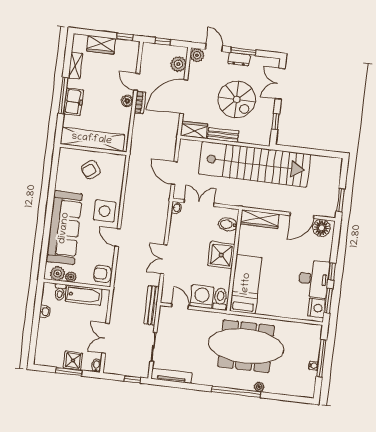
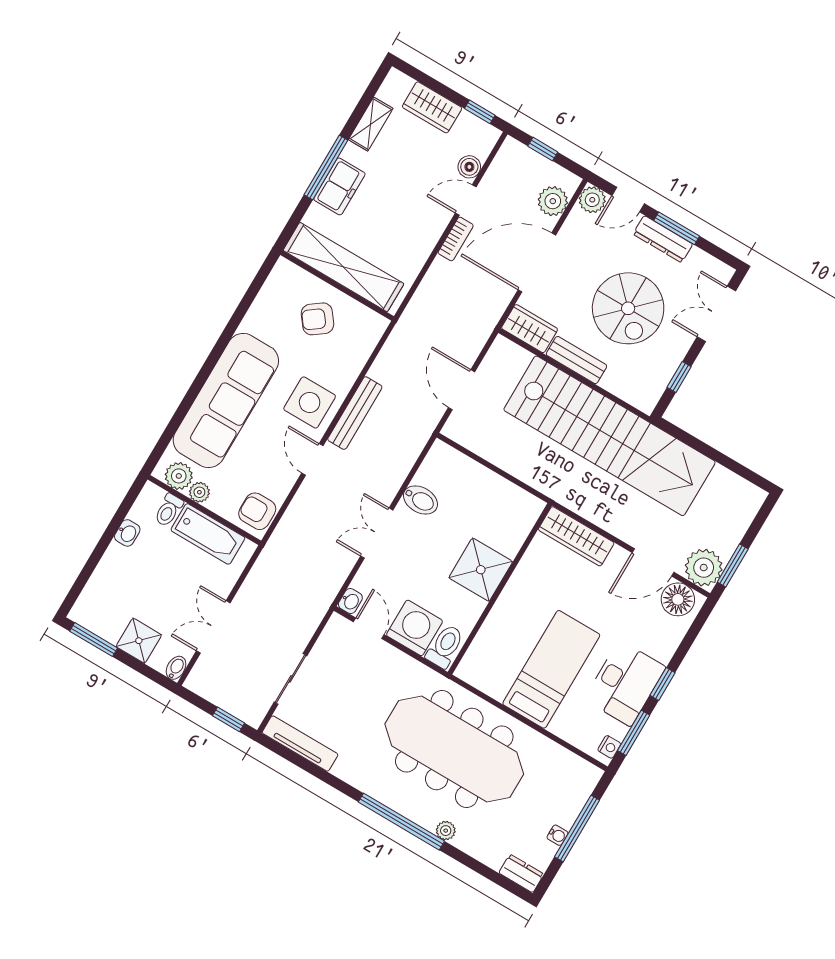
door: (214, 48) -> (628, 200), swing flipped
dresser: (239, 59) -> (663, 239), width x1.44
door: (137, 82) -> (466, 200), hinge flipped
boiler: (127, 101) -> (469, 167), moved
double door: (199, 203) -> (482, 461), removed
plant: (327, 207) -> (704, 568), added
washbasin: (176, 208) -> (350, 601), moved
bidet: (228, 224) -> (420, 500), moved, turned 180
bed: (246, 284) -> (551, 669), moved
bench: (152, 305) -> (355, 413), moved
nightstand: (317, 308) -> (609, 747), width x0.53, depth x0.56
window: (69, 372) -> (94, 640), moved
dresser: (304, 391) -> (521, 873), added

